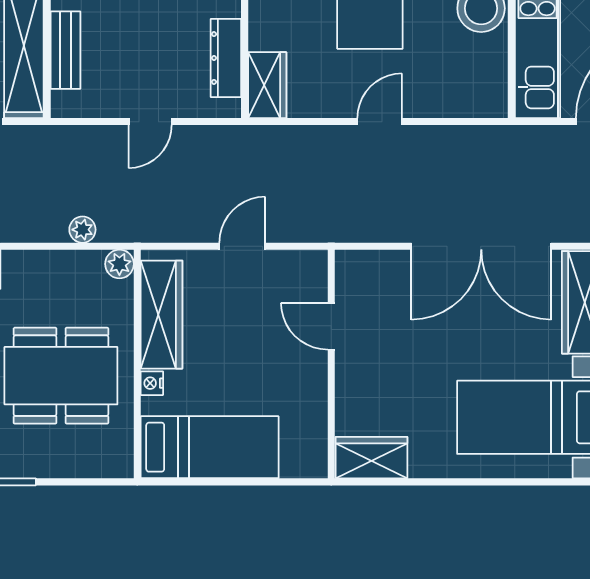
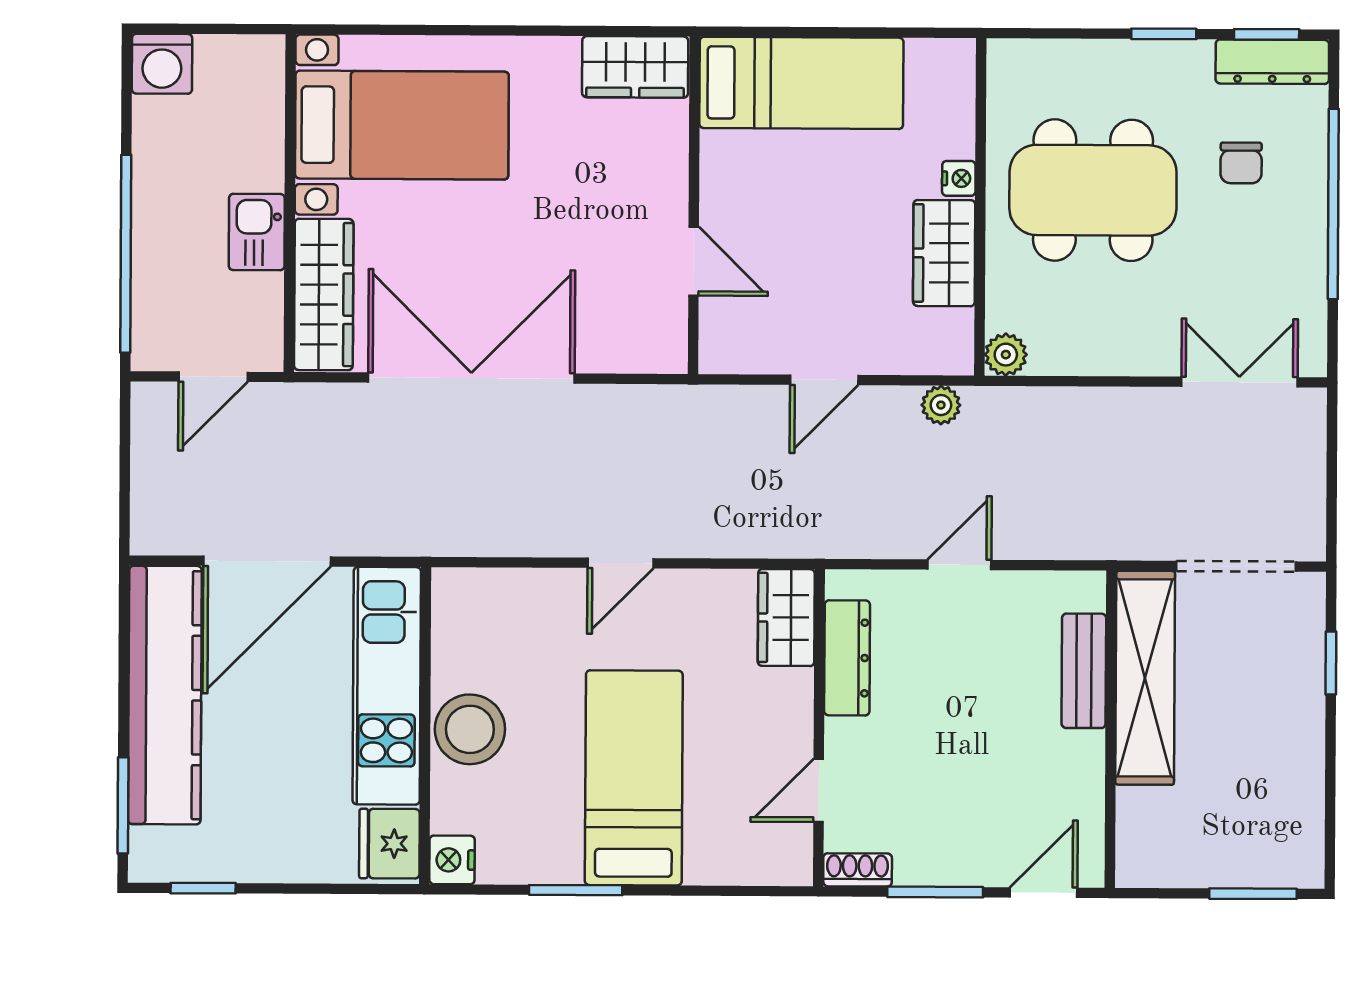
plant: (82, 230) -> (941, 405), moved
wardrobe: (162, 315) -> (944, 253), width x0.67
bed: (210, 447) -> (801, 83), moved, turned 180

